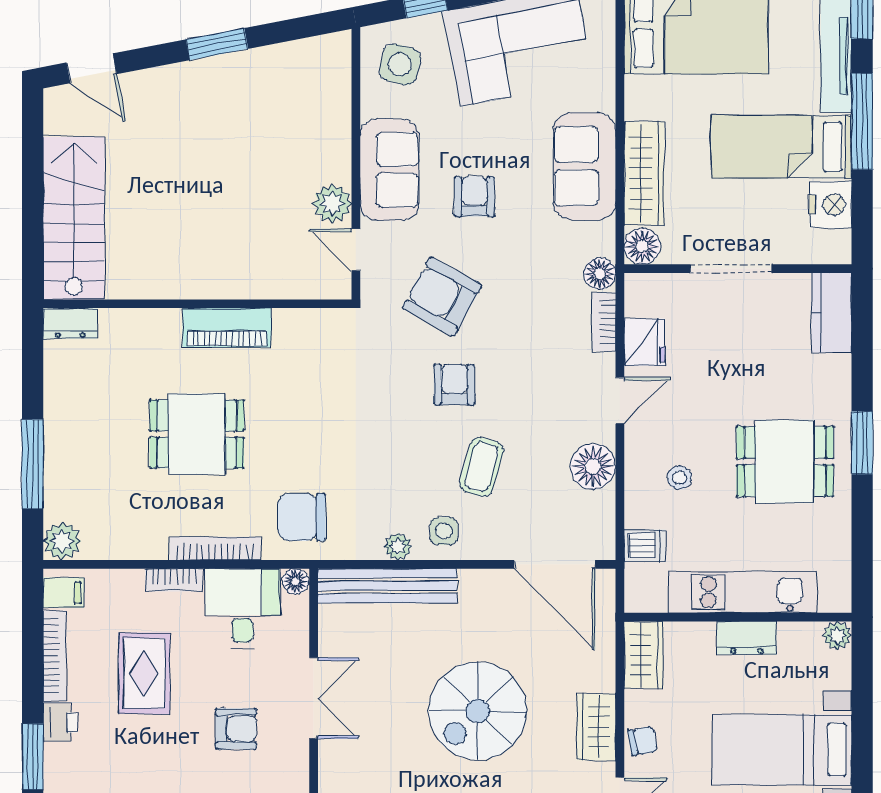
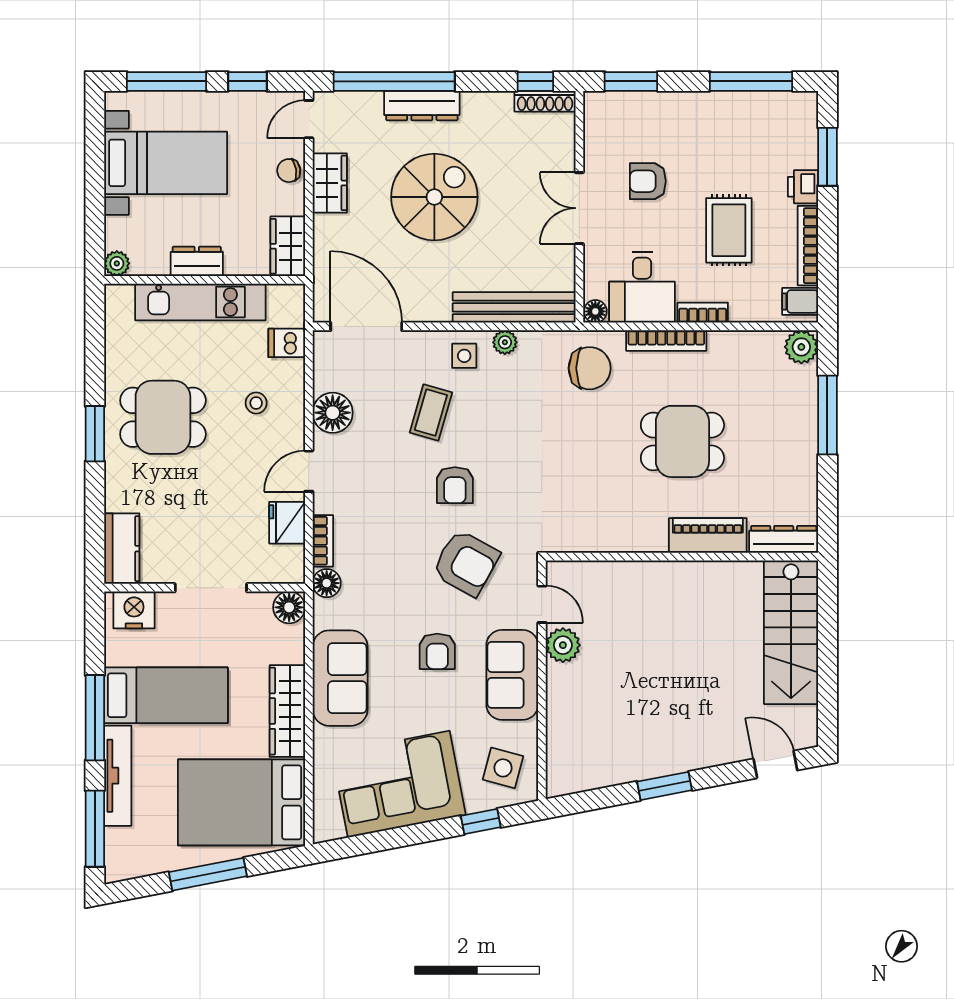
wardrobe: (644, 173) -> (287, 711), moved
nightstand: (831, 204) -> (134, 610), moved, turned 90
dresser: (70, 323) -> (784, 539), width x1.44
piano: (227, 328) -> (708, 535), moved

